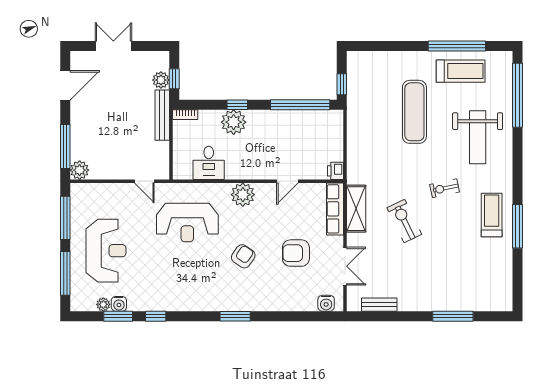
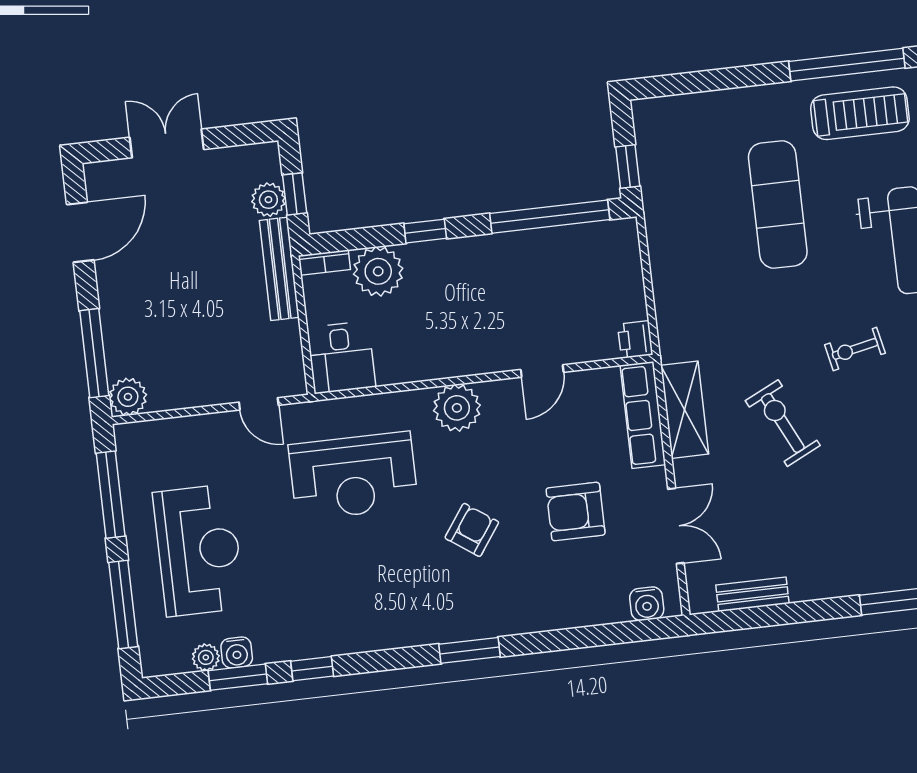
plant: (234, 122) -> (378, 271), moved
desk: (209, 163) -> (341, 357), moved

